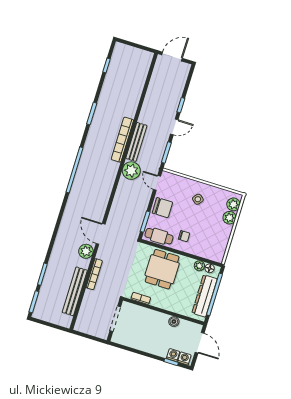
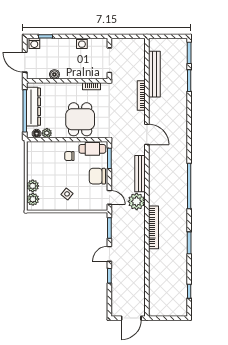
bench: (136, 142) -> (140, 174), moved
plant: (86, 251) -> (155, 114), removed
washing machine: (173, 355) -> (82, 43), moved

